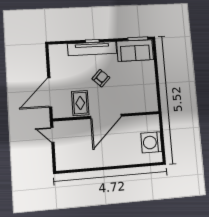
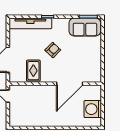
tv unit: (92, 49) -> (30, 23), moved
door: (106, 116) -> (70, 84), moved

